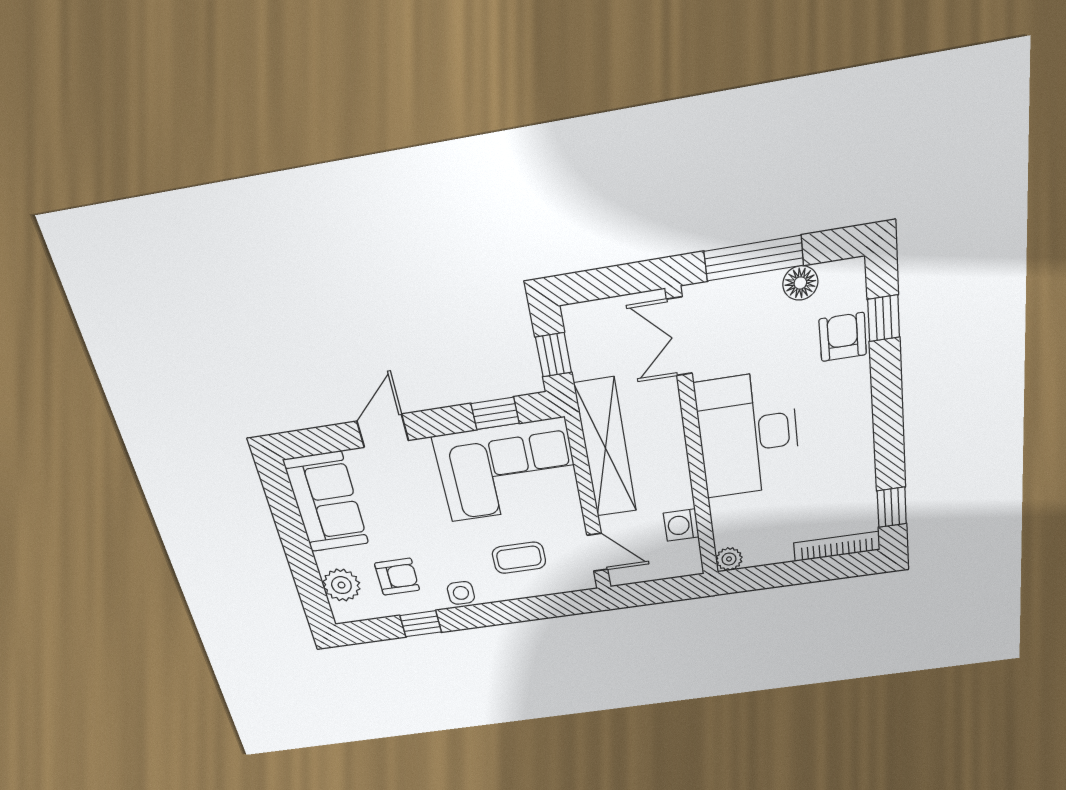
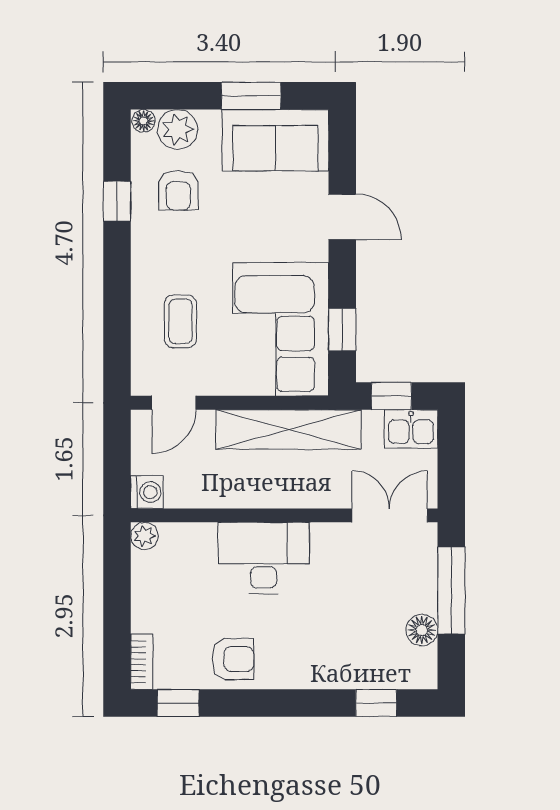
kitchen sink: (585, 329) -> (411, 429), added
armchair: (843, 337) -> (233, 659), moved
desk: (748, 435) -> (264, 558), width x0.73, depth x0.77
washing machine: (681, 525) -> (147, 492), moved, turned 90
window: (291, 529) -> (251, 96), added
bookcase: (837, 546) -> (142, 662), width x0.64
side table: (461, 593) -> (148, 252), removed
floor lamp: (342, 613) -> (144, 121), added

